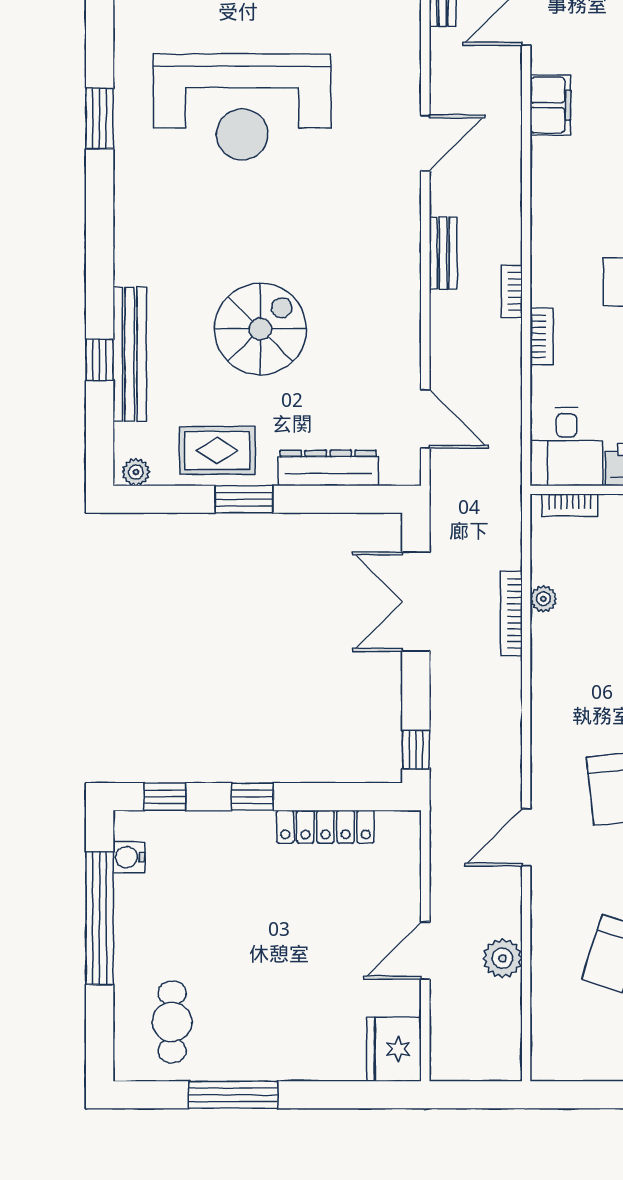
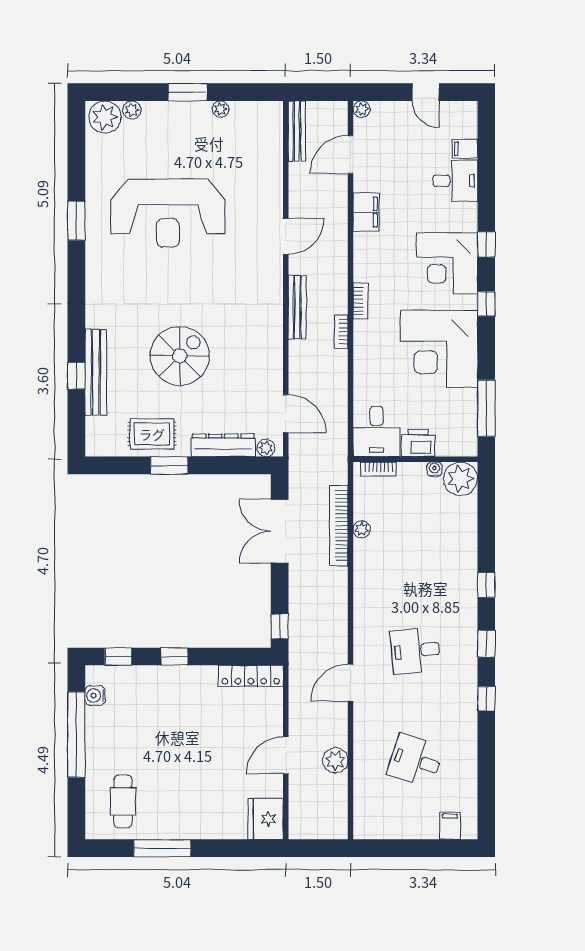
bench: (443, 253) -> (297, 307), width x1.36
bookcase: (542, 336) -> (360, 301), moved
plant: (136, 472) -> (266, 448), moved
bookcase: (511, 613) -> (339, 526), width x1.48, depth x1.31
locker: (325, 827) -> (251, 676), moved

